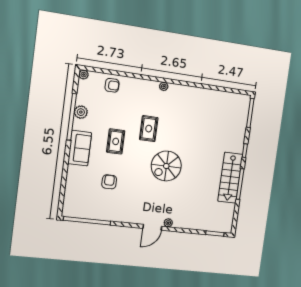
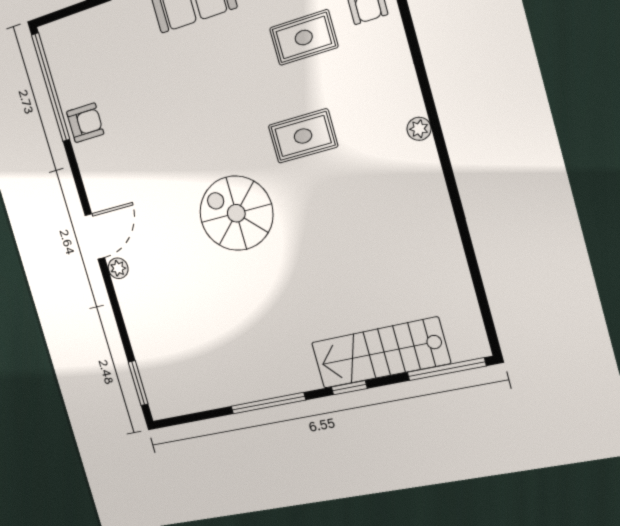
rug: (116, 141) -> (304, 38), moved
stairs: (230, 178) -> (380, 353), moved
armchair: (109, 182) -> (85, 123), moved
door: (152, 227) -> (95, 237), swing flipped

